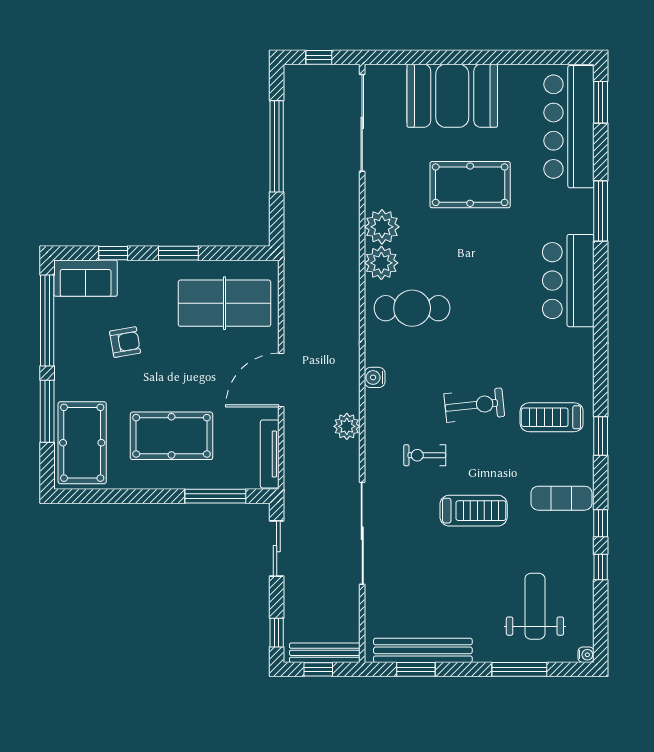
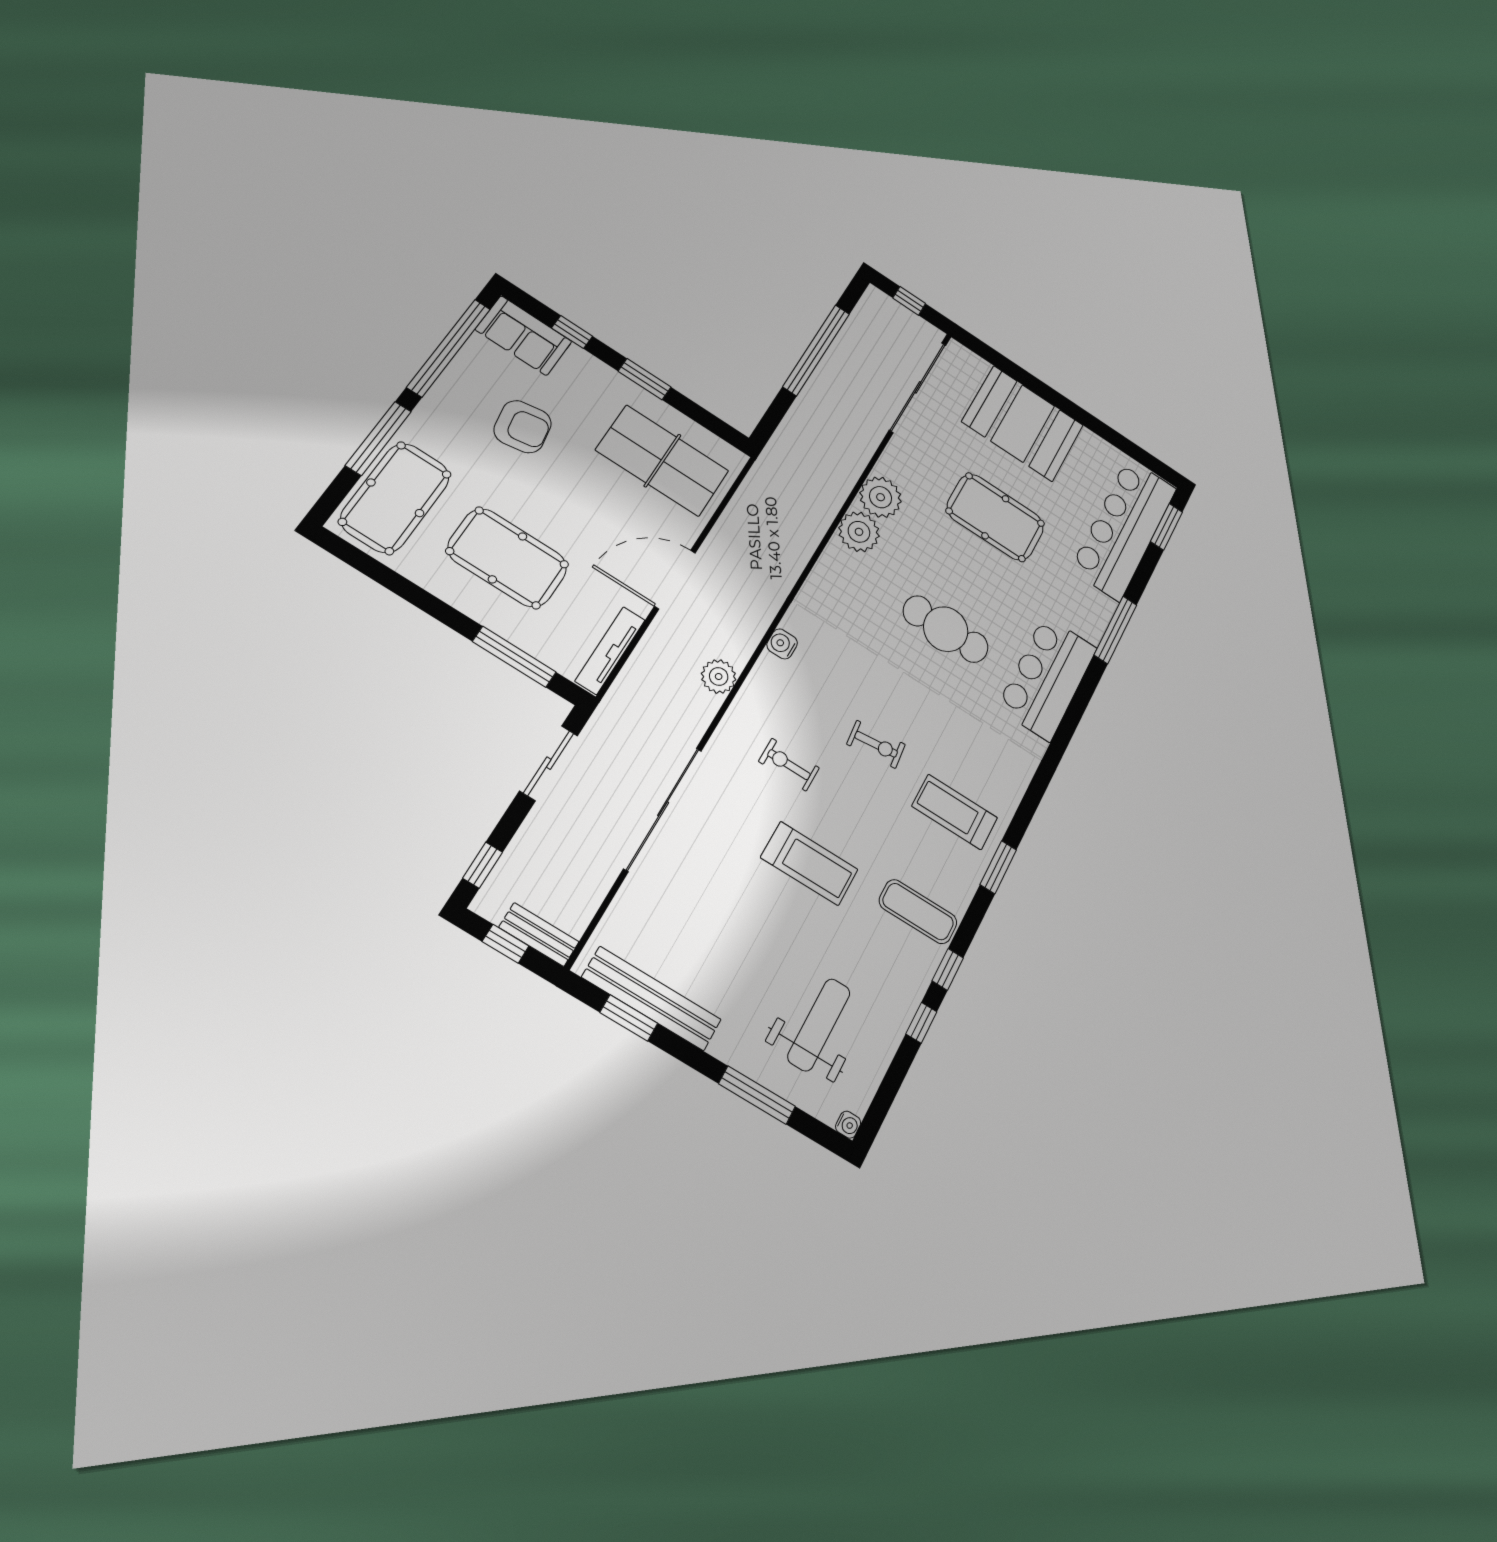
cafe table: (412, 308) -> (946, 629), moved
armchair: (125, 342) -> (523, 427), width x1.38, depth x1.38
exercise bike: (474, 405) -> (876, 744), width x0.73, depth x0.72
bench: (325, 653) -> (539, 935), width x0.73

